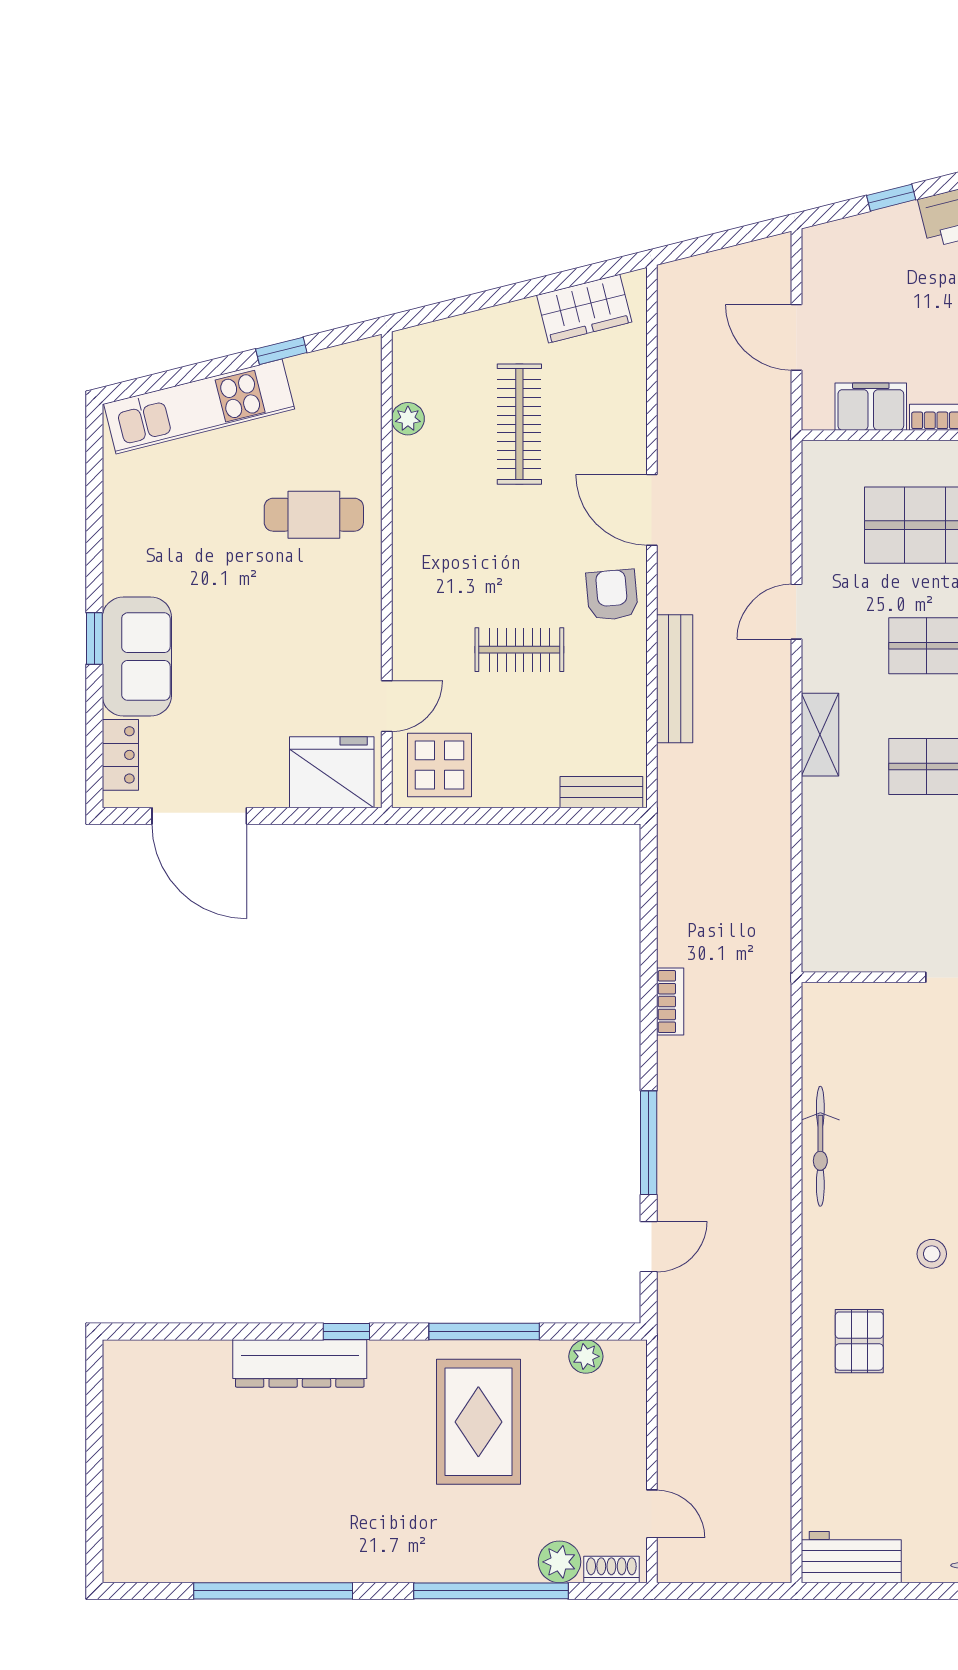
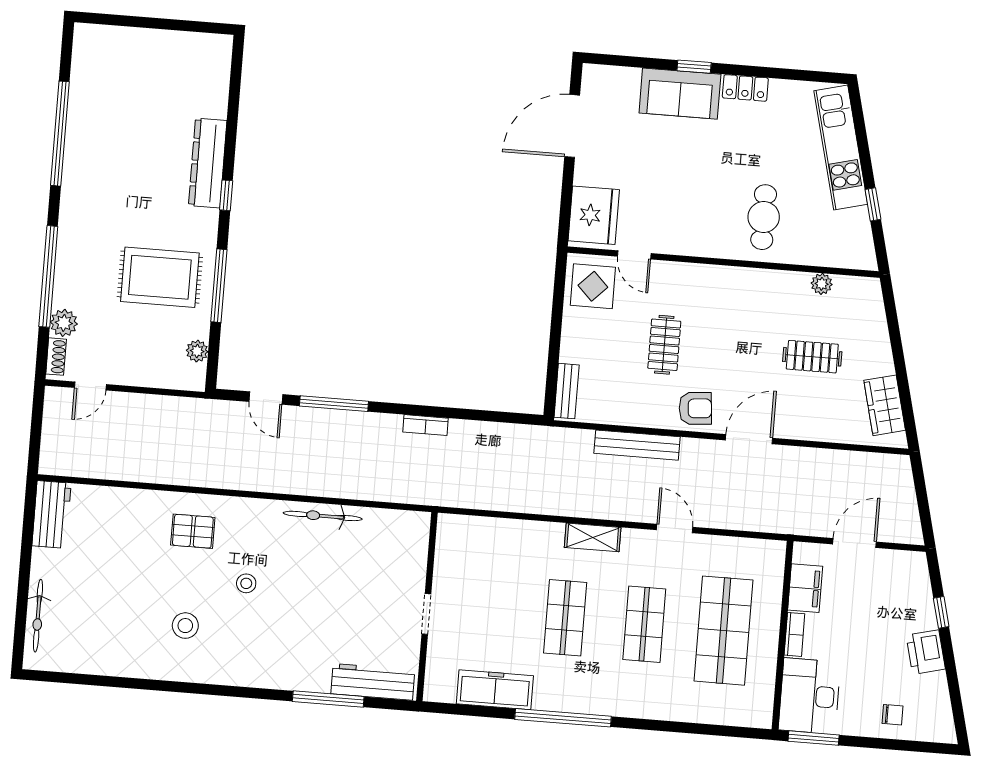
clothes rail: (519, 424) -> (812, 357), width x0.73
locker: (120, 755) -> (745, 88), moved

